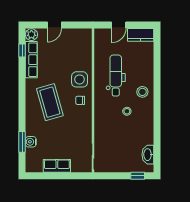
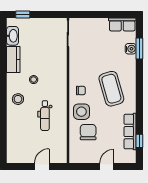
plant: (31, 35) -> (130, 157), removed
kitchen counter: (141, 35) -> (13, 59), moved, turned 90
chair: (73, 59) -> (88, 132), added
dental chair: (116, 75) -> (45, 116), width x0.73, depth x0.72
row of seats: (57, 166) -> (122, 24), moved

